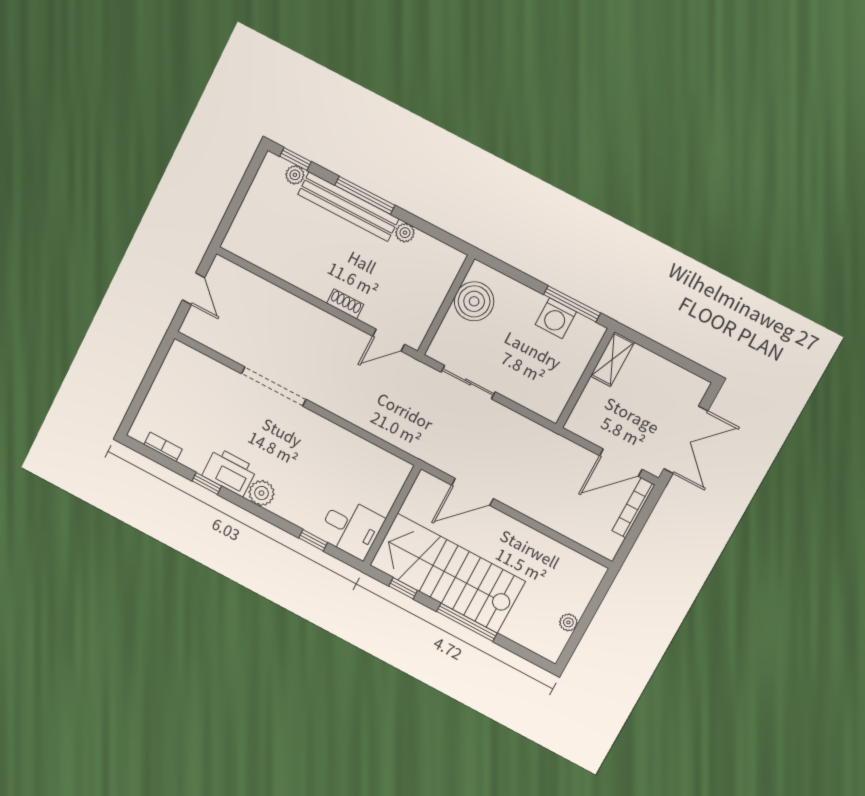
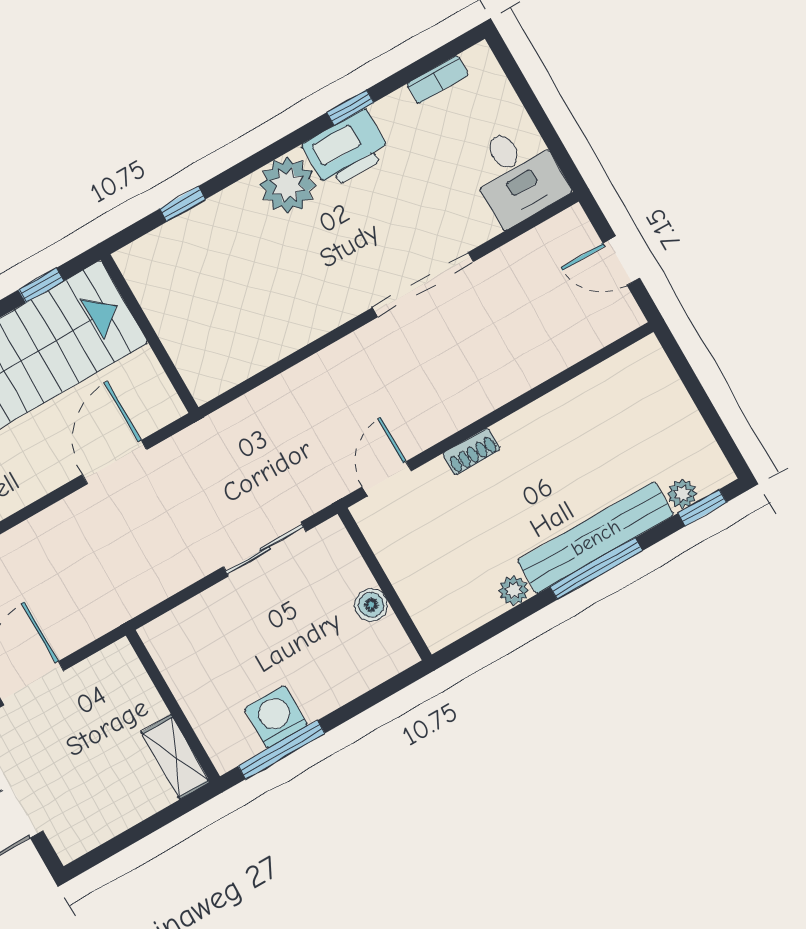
boiler: (474, 301) -> (371, 605), width x0.54, depth x0.54
plant: (262, 493) -> (288, 185), width x1.36, depth x1.36
desk: (351, 528) -> (517, 174), moved, turned -90

